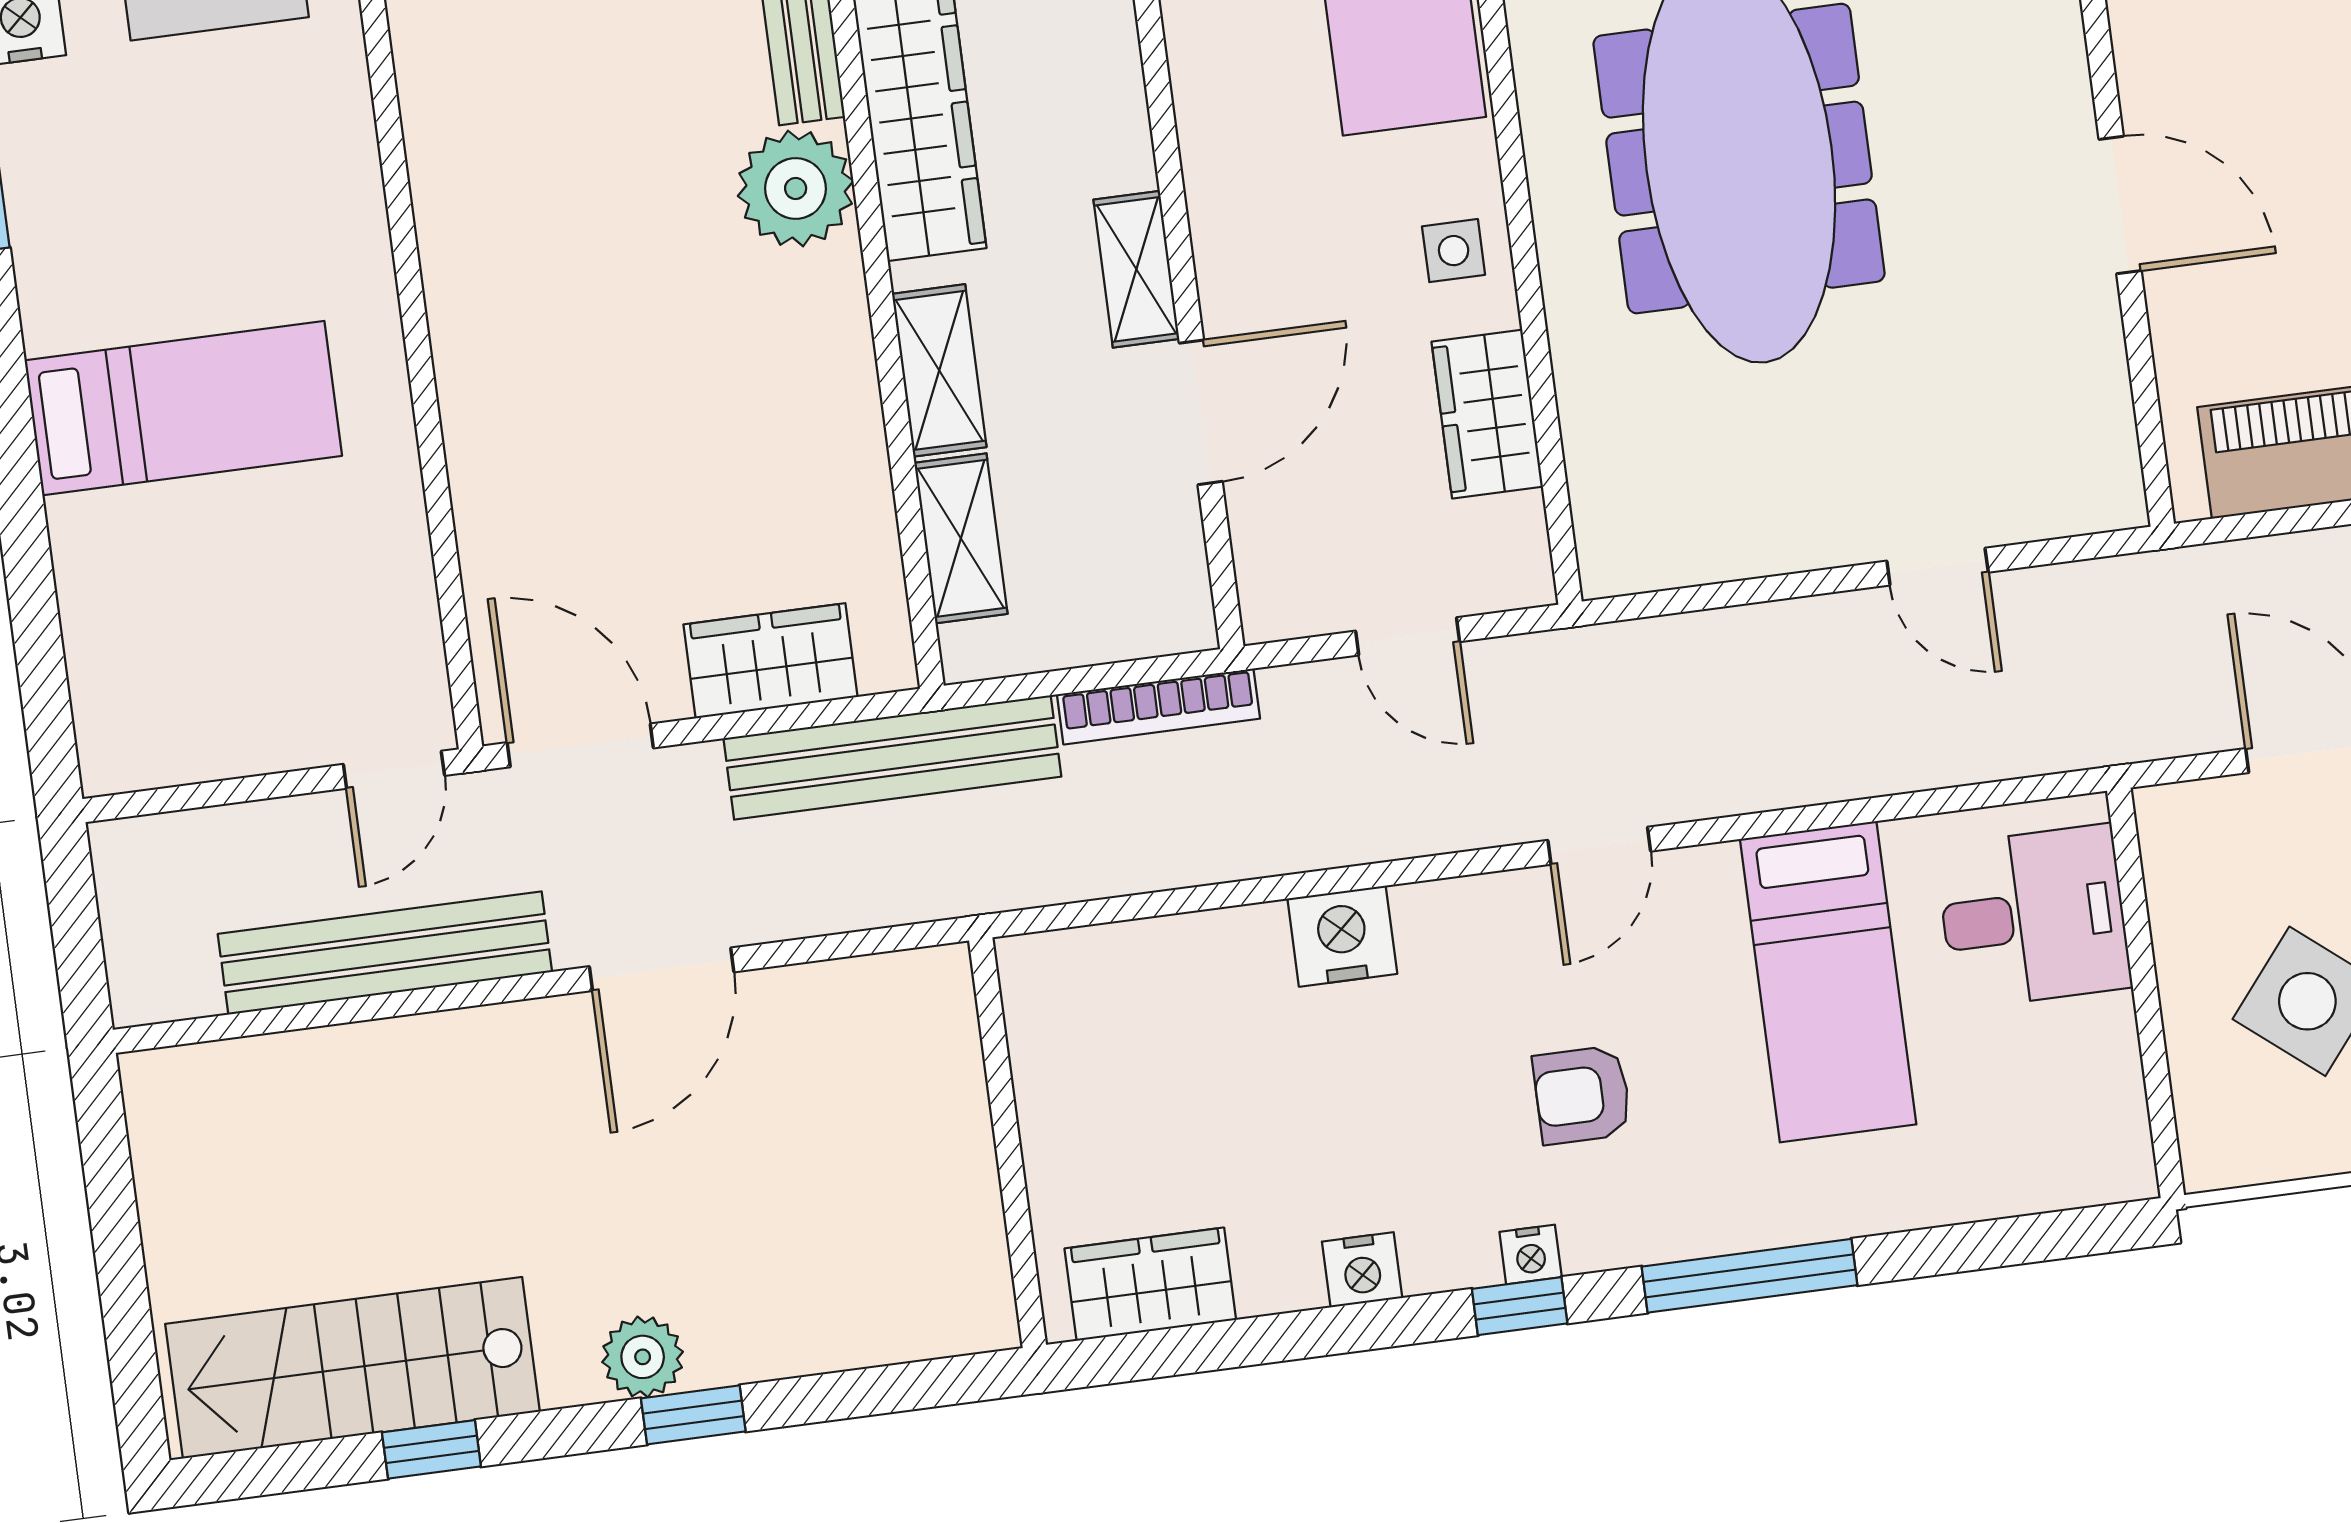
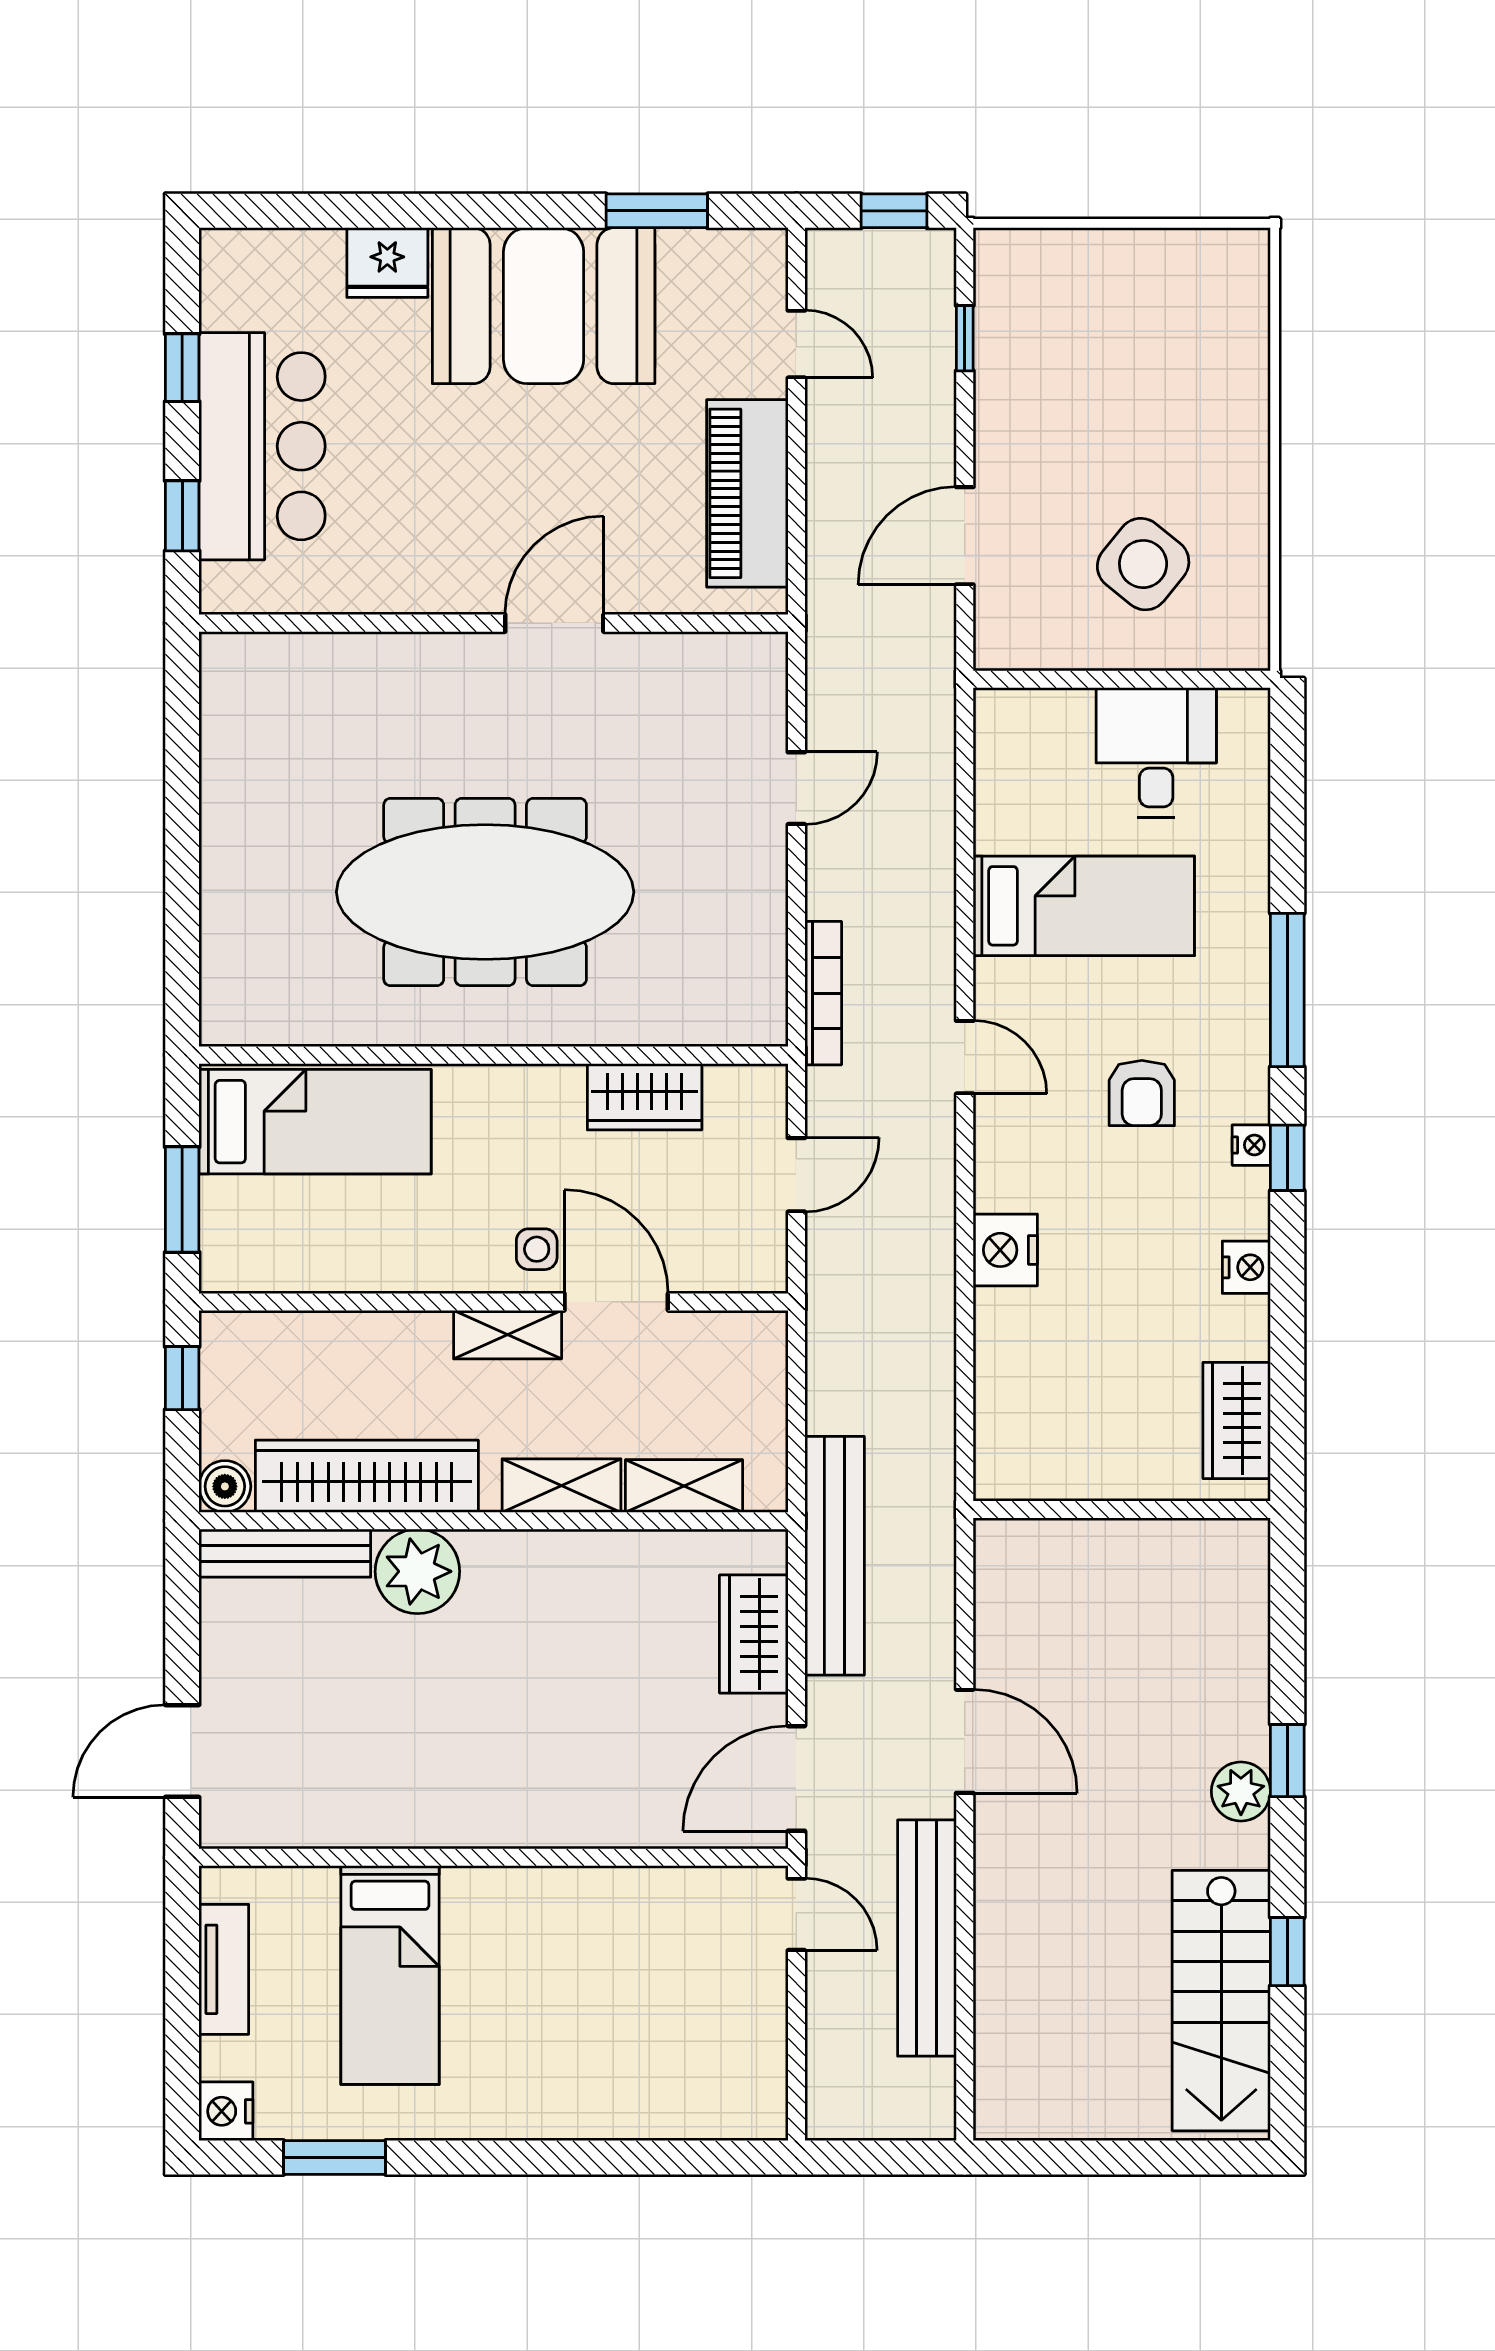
side table: (1454, 251) -> (537, 1249), moved
bed: (183, 408) -> (390, 1975), moved, turned 180
bookcase: (1158, 706) -> (823, 993), moved
desk: (2033, 917) -> (1156, 753), moved

